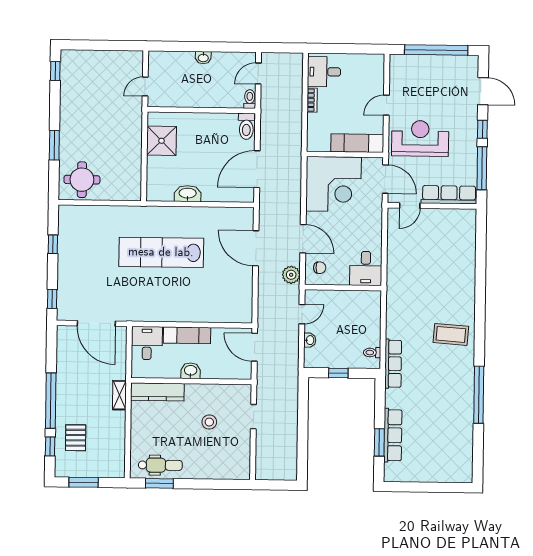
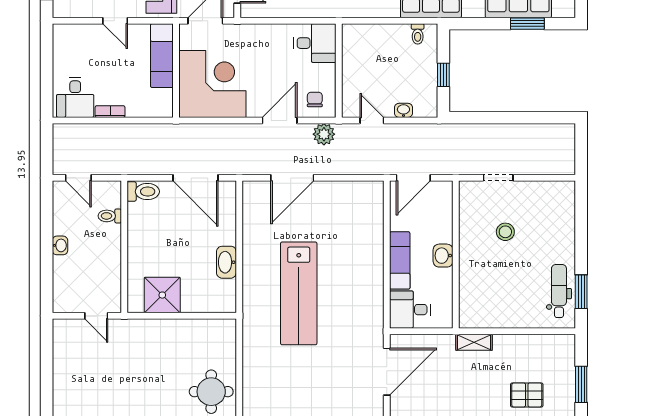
toilet: (250, 99) -> (110, 216), moved
kitchen counter: (157, 392) -> (469, 296), removed

